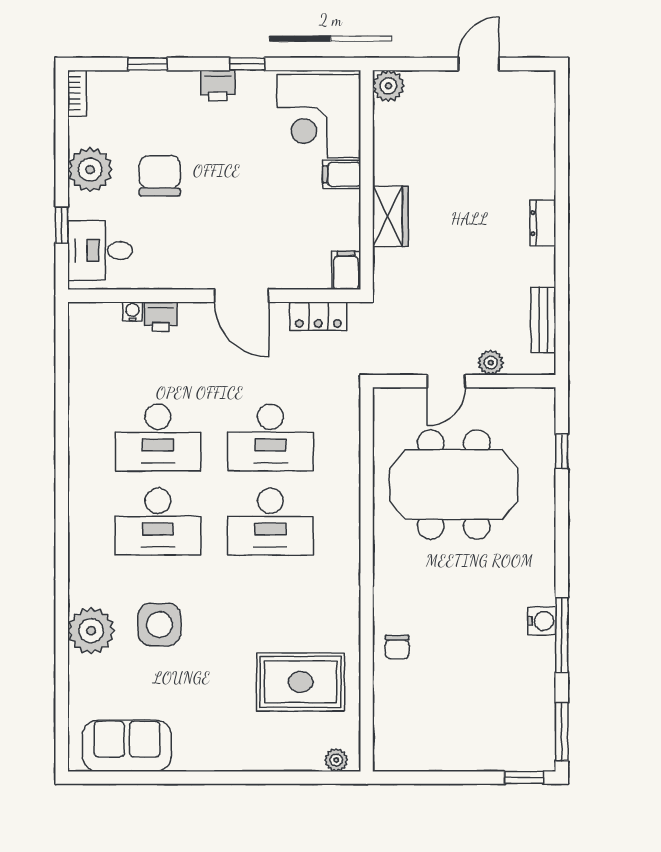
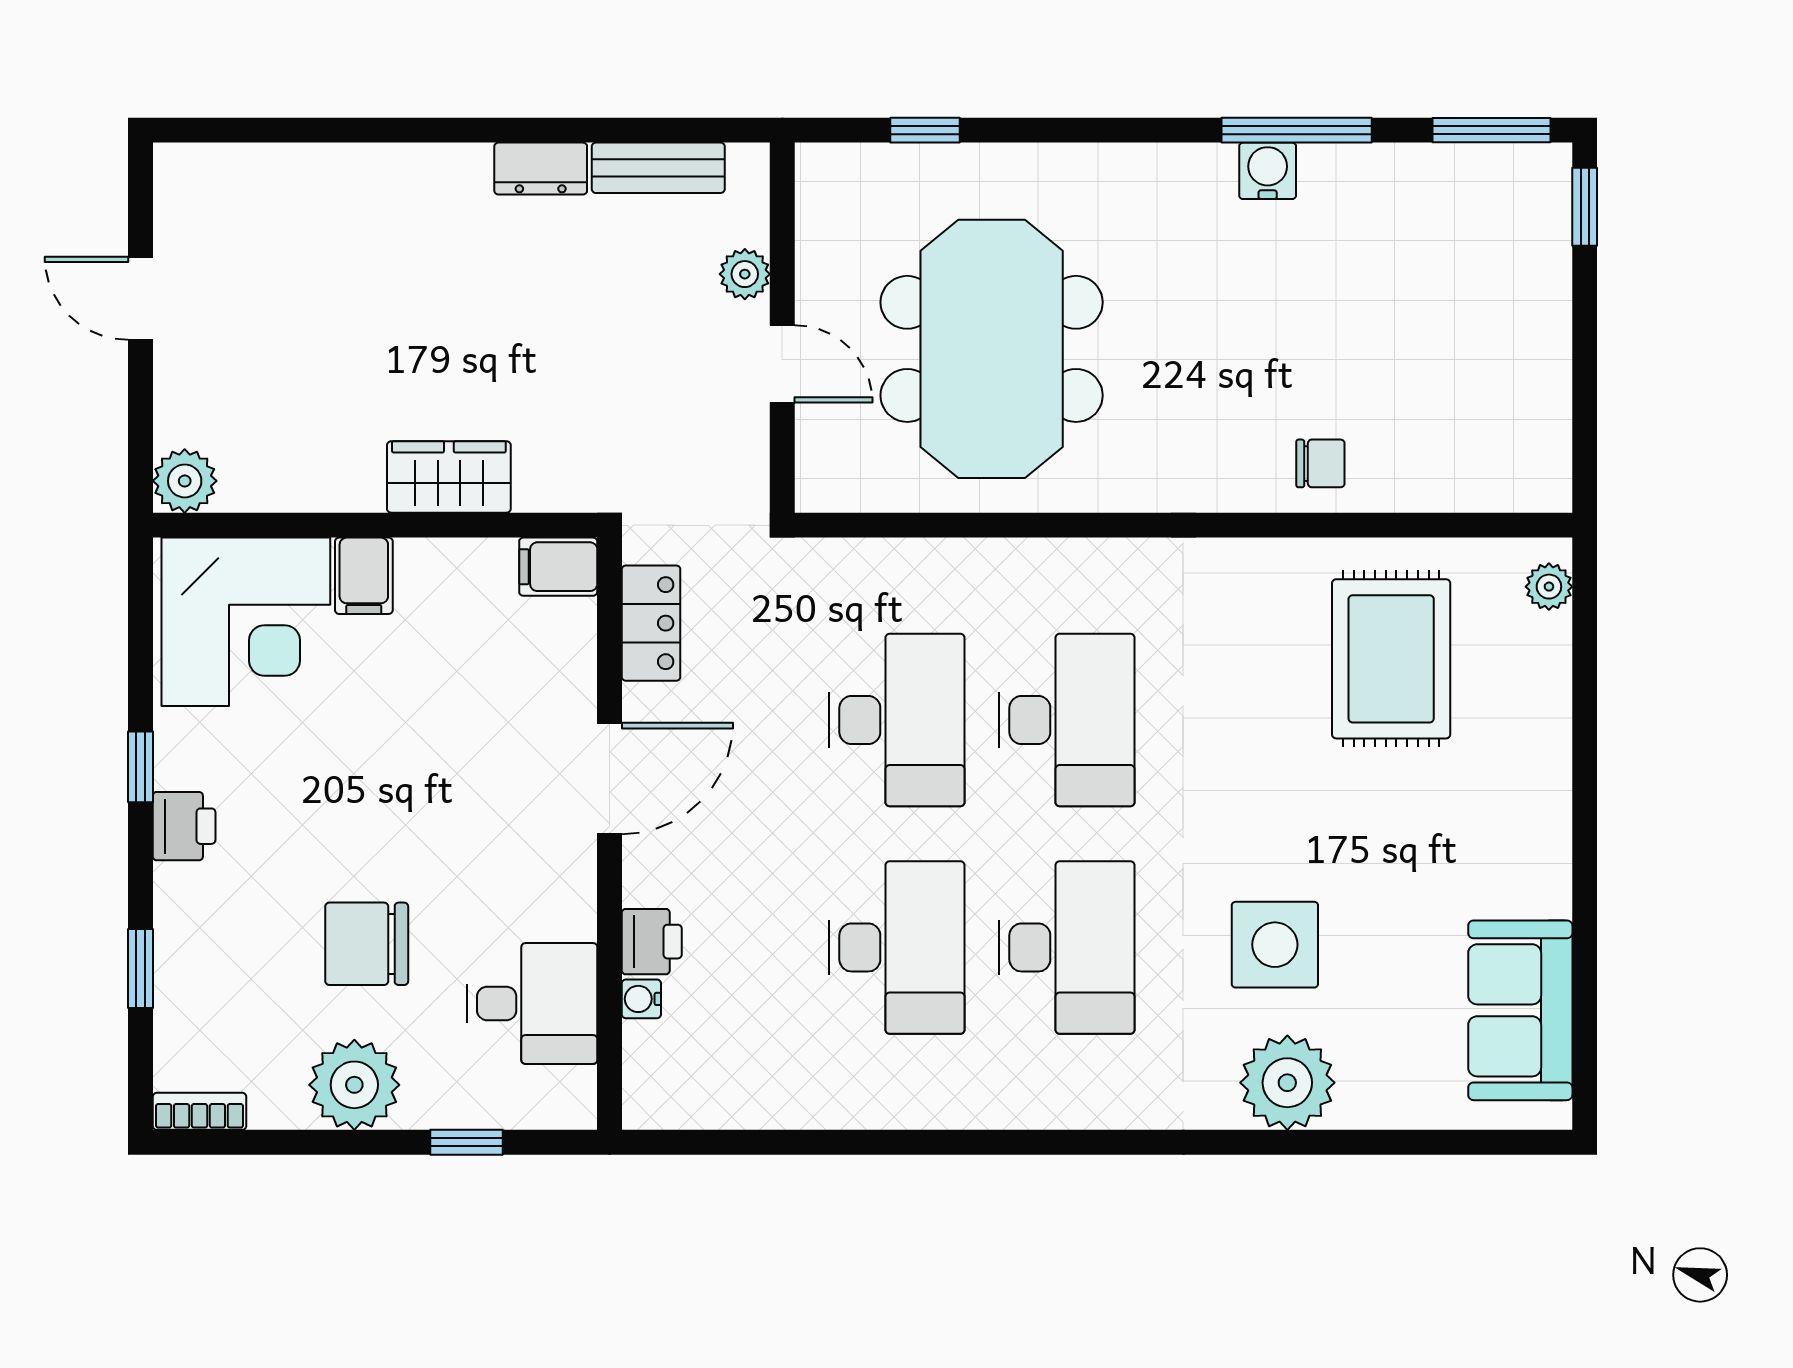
dresser: (543, 223) -> (541, 169), moved
desk: (100, 251) -> (532, 1003), moved, turned -90

